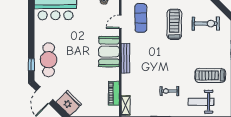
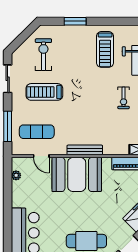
booth: (109, 52) -> (77, 174), width x1.36, depth x1.42

